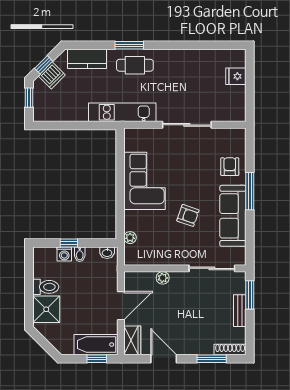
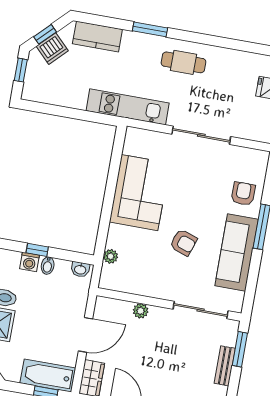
cafe table: (135, 65) -> (183, 62), moved

